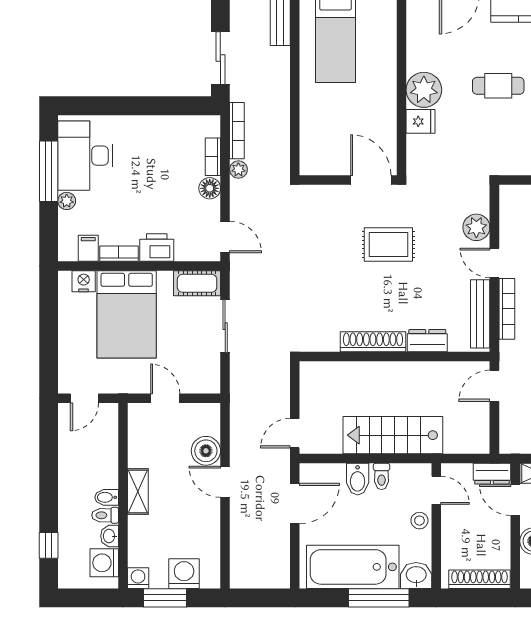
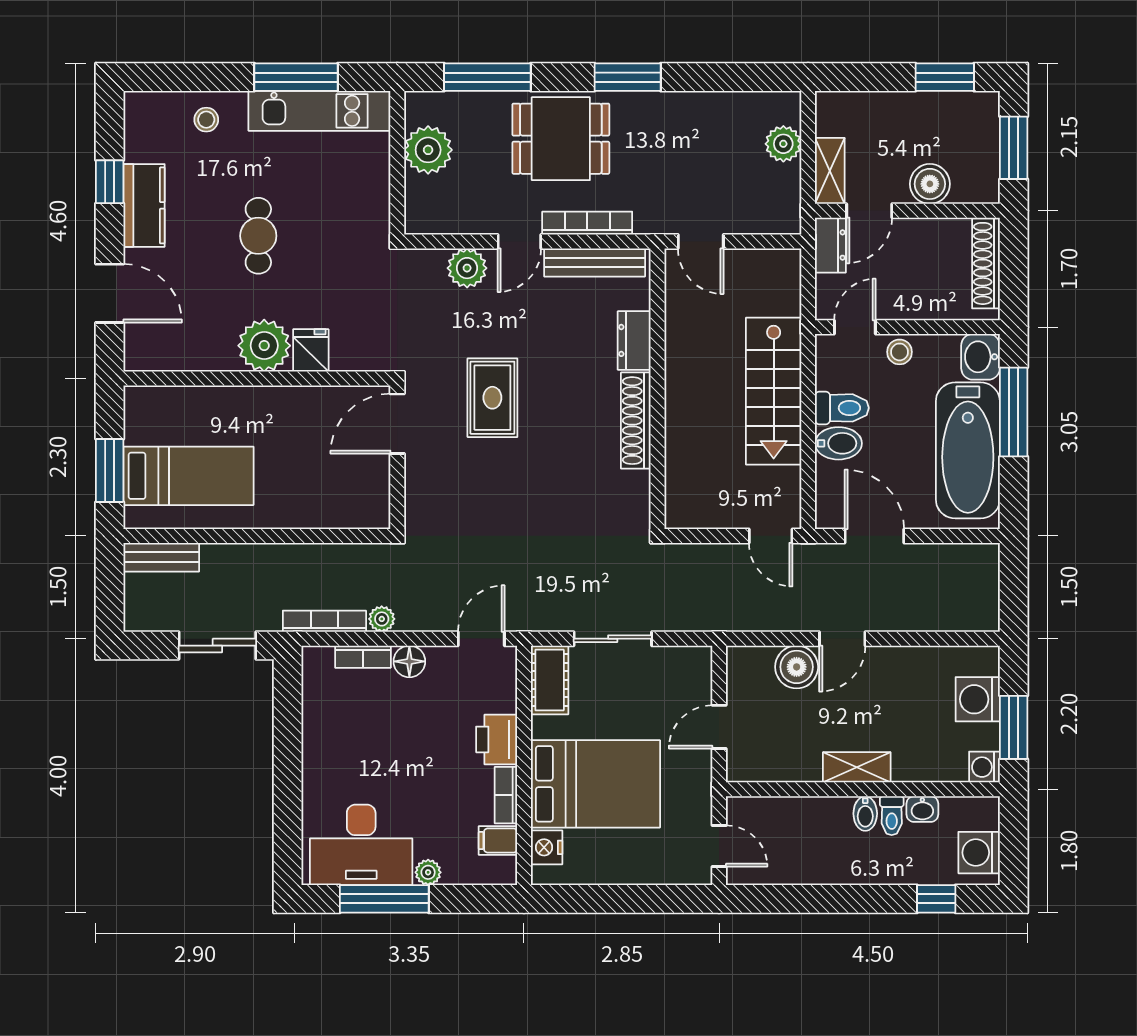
toilet: (381, 476) -> (842, 408), width x1.37, depth x1.39
washing machine: (104, 563) -> (979, 853), moved, turned 90

